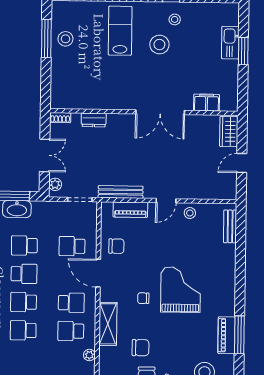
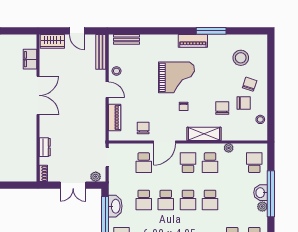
double door: (45, 155) -> (73, 185), swing flipped
bench: (121, 192) -> (101, 52), moved
school desk: (24, 274) -> (166, 200), turned 180
grand piano: (181, 290) -> (177, 77), turned 180
piano: (227, 335) -> (193, 41), moved

